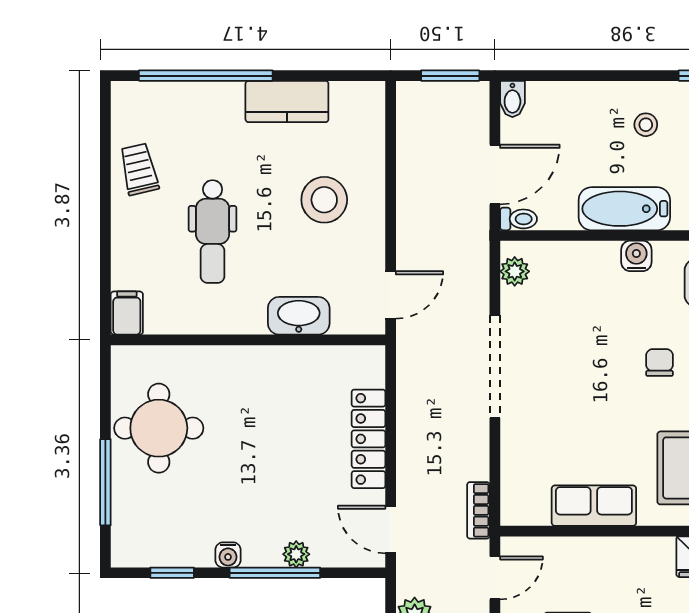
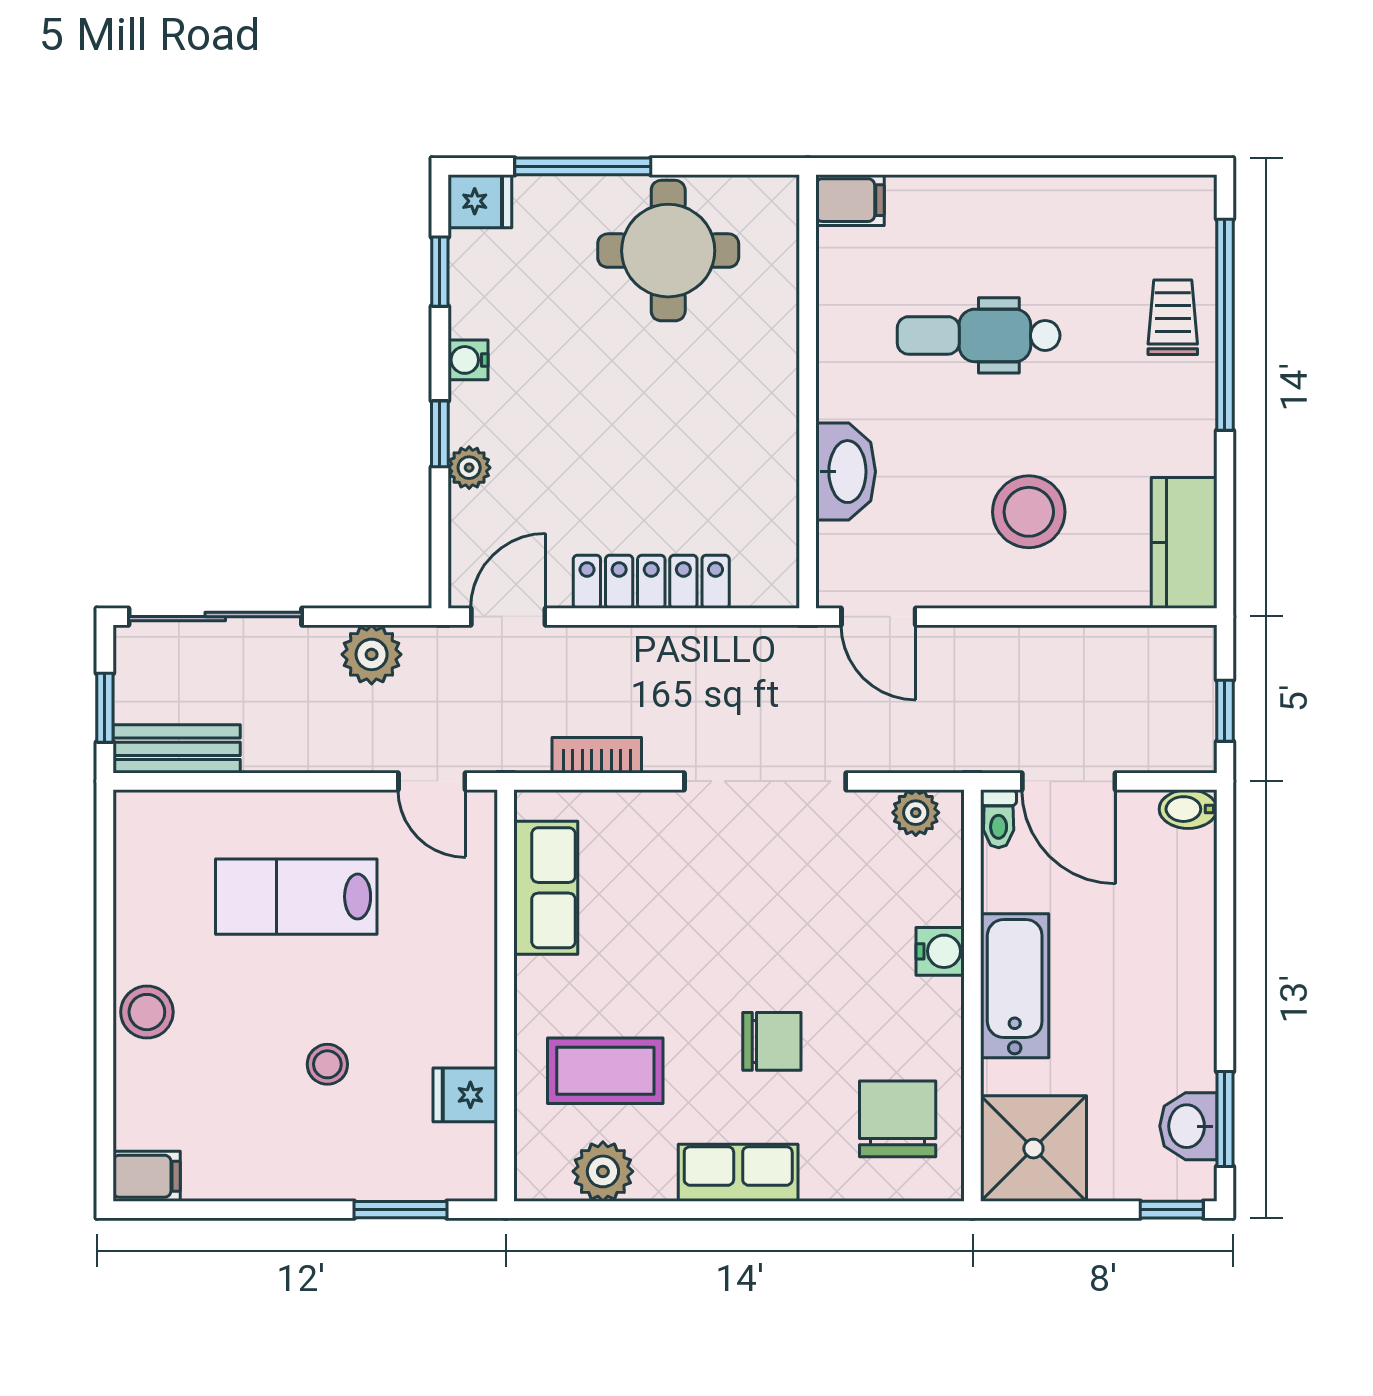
window: (450, 76) -> (1225, 711), width x0.67
kitchen counter: (287, 101) -> (1184, 543), moved
stool: (646, 125) -> (1147, 1020), removed
trolley: (139, 169) -> (1173, 317), moved, turned -77
water cooler: (636, 256) -> (940, 951), moved
chair: (660, 363) -> (772, 1041), width x1.37, depth x1.37
row of seats: (594, 506) -> (546, 888), moved
bookcase: (478, 510) -> (597, 755), moved
fridge: (128, 547) -> (480, 201), added
window: (275, 573) -> (440, 434), width x0.46

